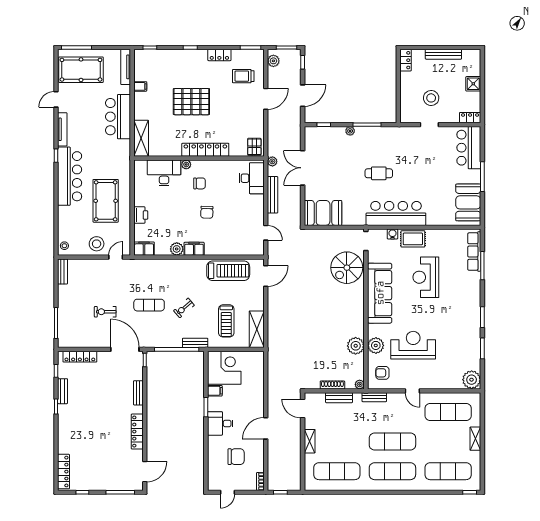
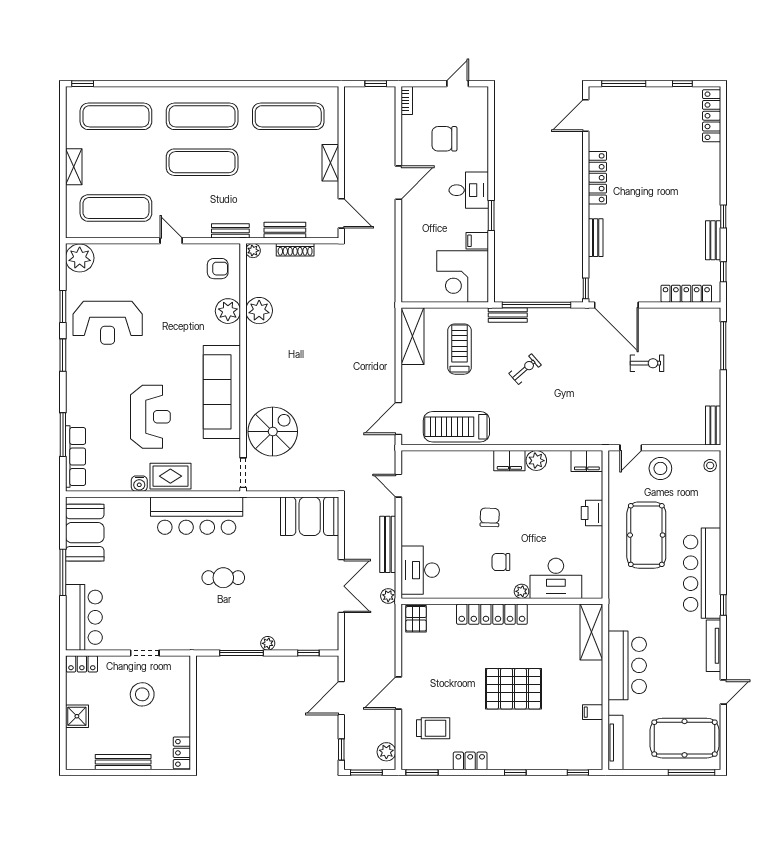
water cooler: (392, 234) -> (139, 484), moved
exercise mat: (149, 305) -> (579, 374), removed
reception desk: (413, 345) -> (108, 323), moved

